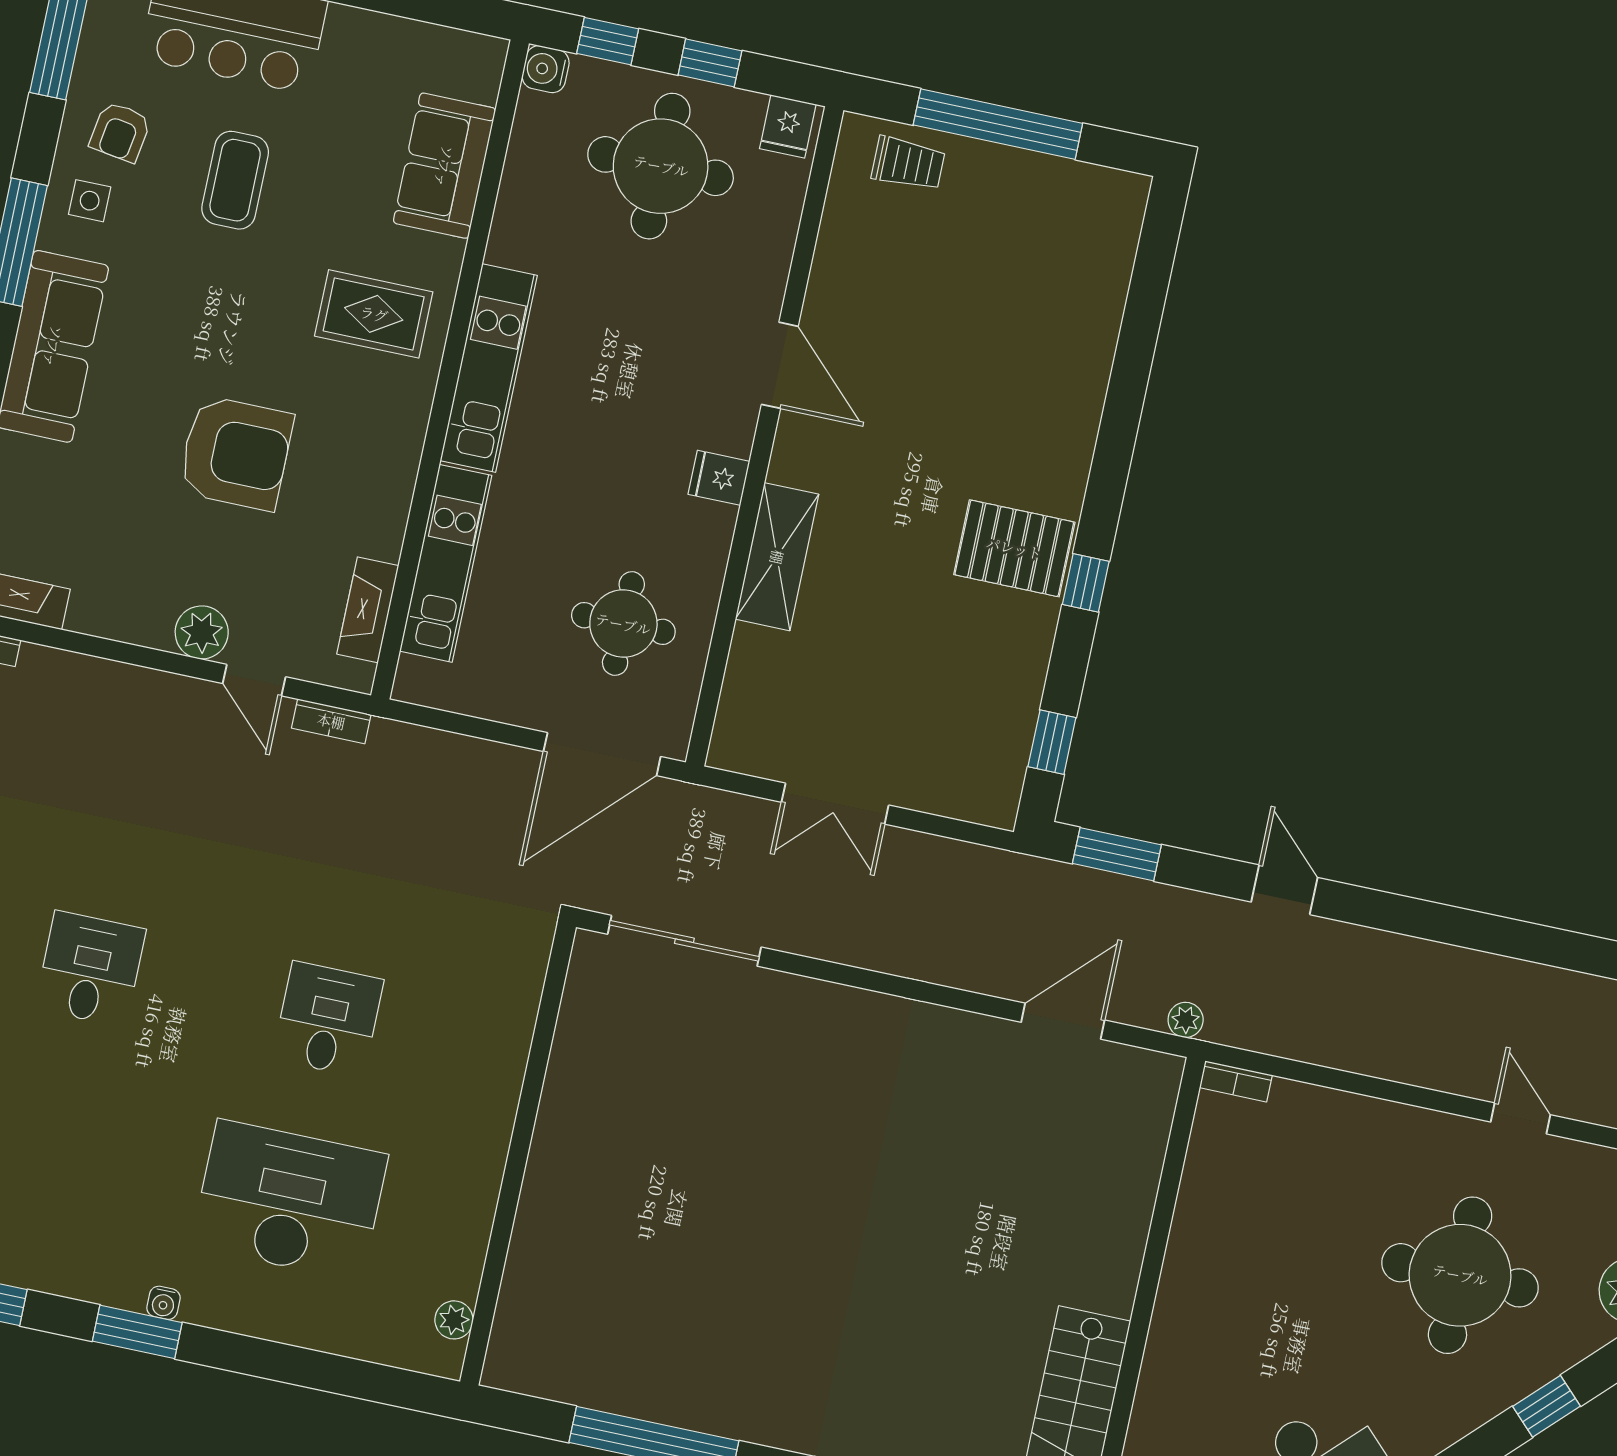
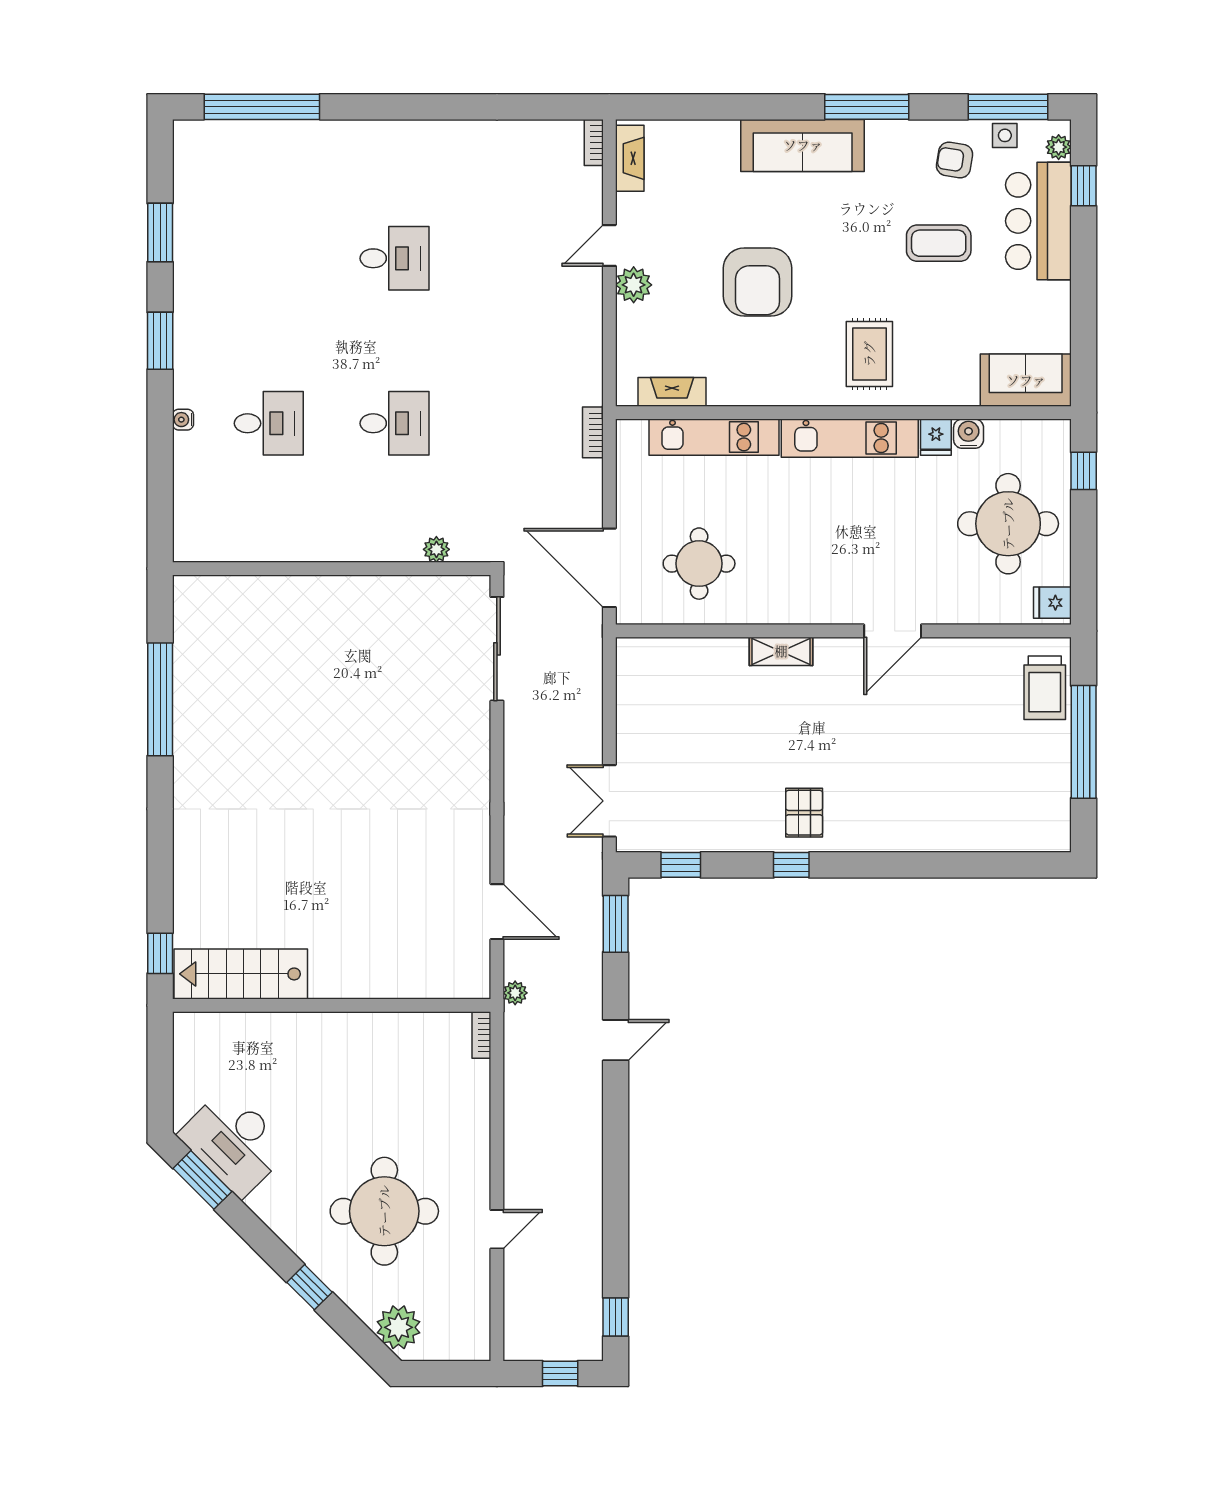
window: (710, 63) -> (1084, 542), removed
water cooler: (546, 69) -> (969, 434), moved
trolley: (908, 163) -> (1045, 688), width x1.36, depth x1.39
sofa: (444, 166) -> (1026, 380), moved
side table: (90, 201) -> (1005, 135), moved
fridge: (719, 478) -> (936, 437), moved, turned 180
pallet: (1014, 548) -> (804, 813), width x0.67, depth x0.71
shelving: (777, 557) -> (781, 651), width x0.67, depth x0.75
door: (254, 680) -> (609, 245), moved
bookcase: (331, 721) -> (593, 432), moved
double door: (835, 804) -> (609, 801), moved
desk: (290, 1200) -> (269, 423), width x0.53, depth x0.77
water cooler: (163, 1303) -> (183, 420), moved
plant: (454, 1320) -> (436, 549), moved

